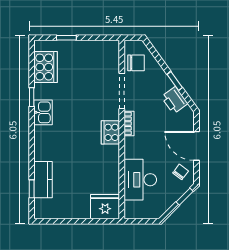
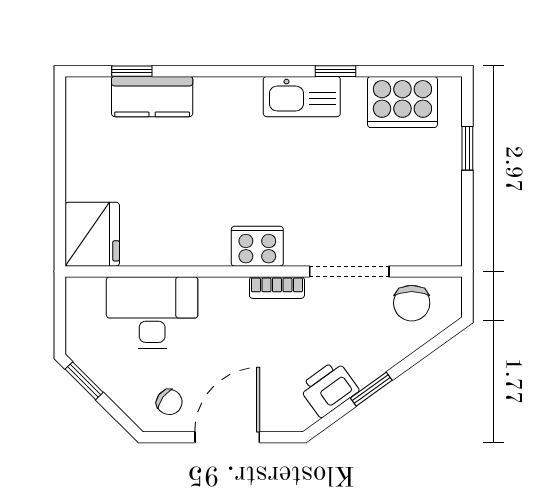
kitchen sink: (43, 112) -> (302, 97), width x1.38
window: (185, 197) -> (84, 381), moved

